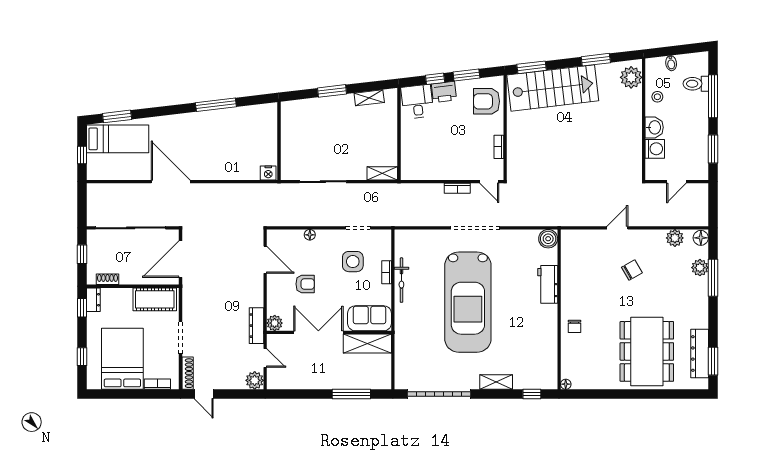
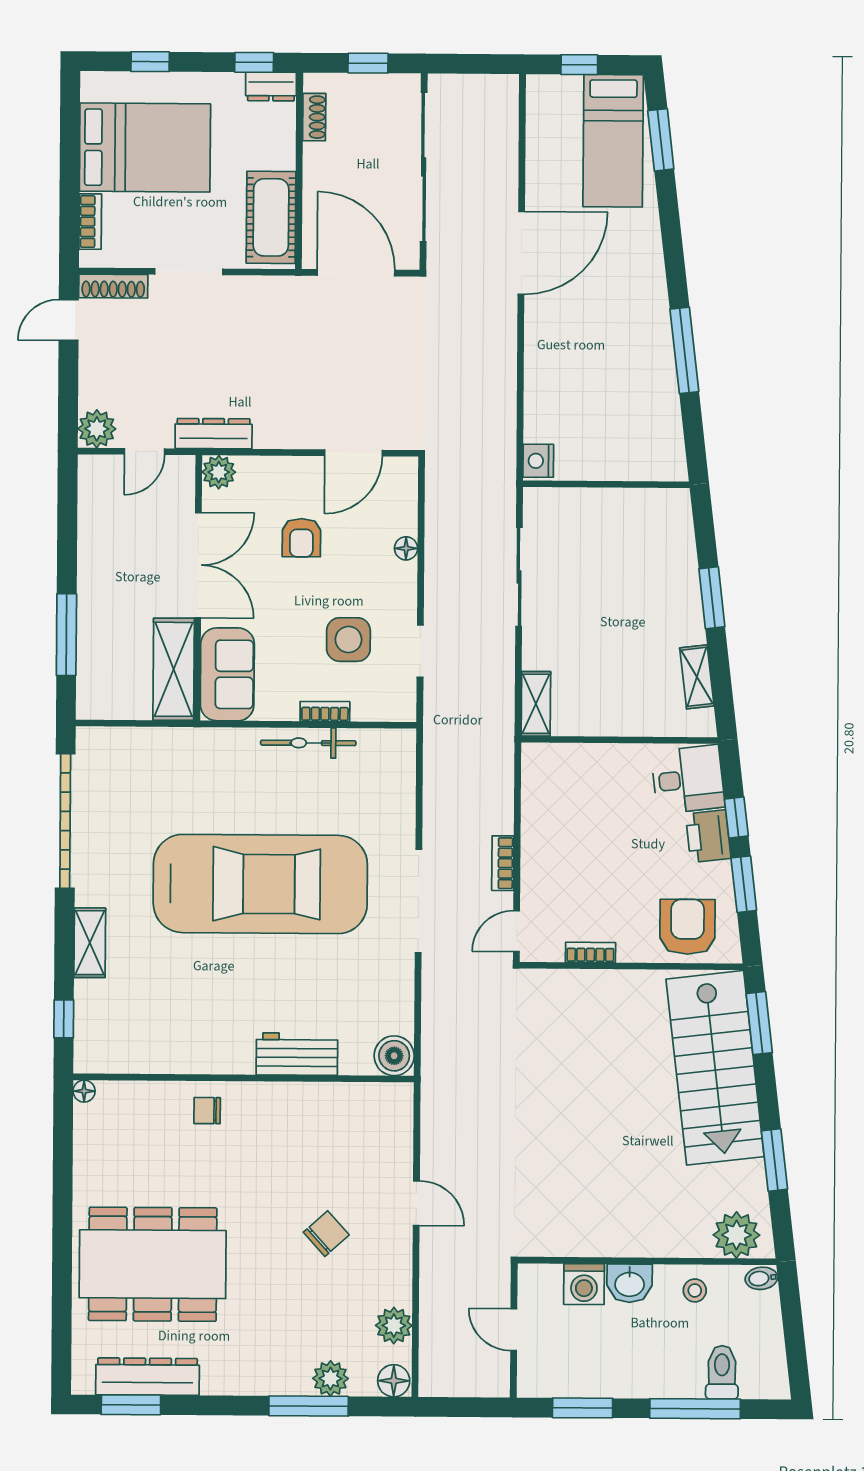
bidet: (671, 63) -> (761, 1278), moved
chair: (632, 270) -> (326, 1234), turned -102
car: (468, 302) -> (260, 884), turned 180

